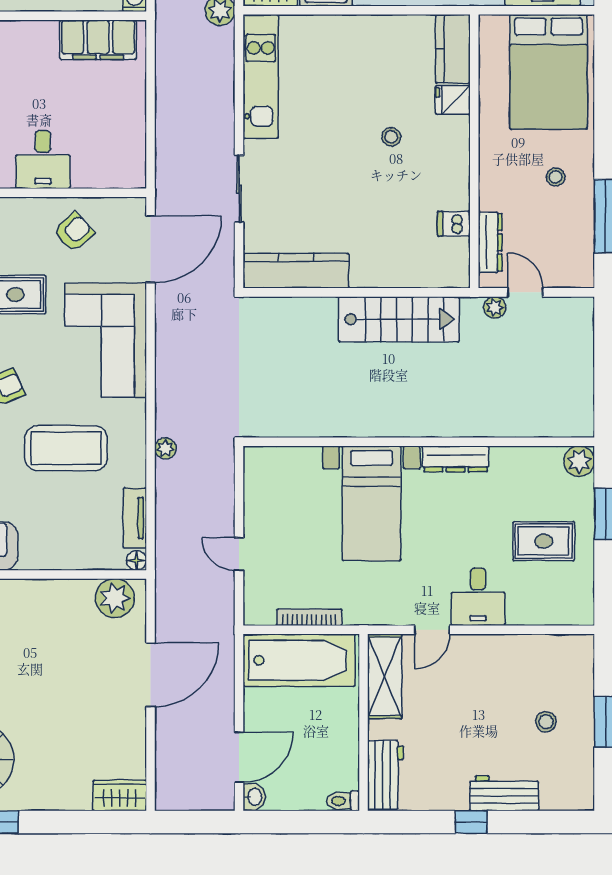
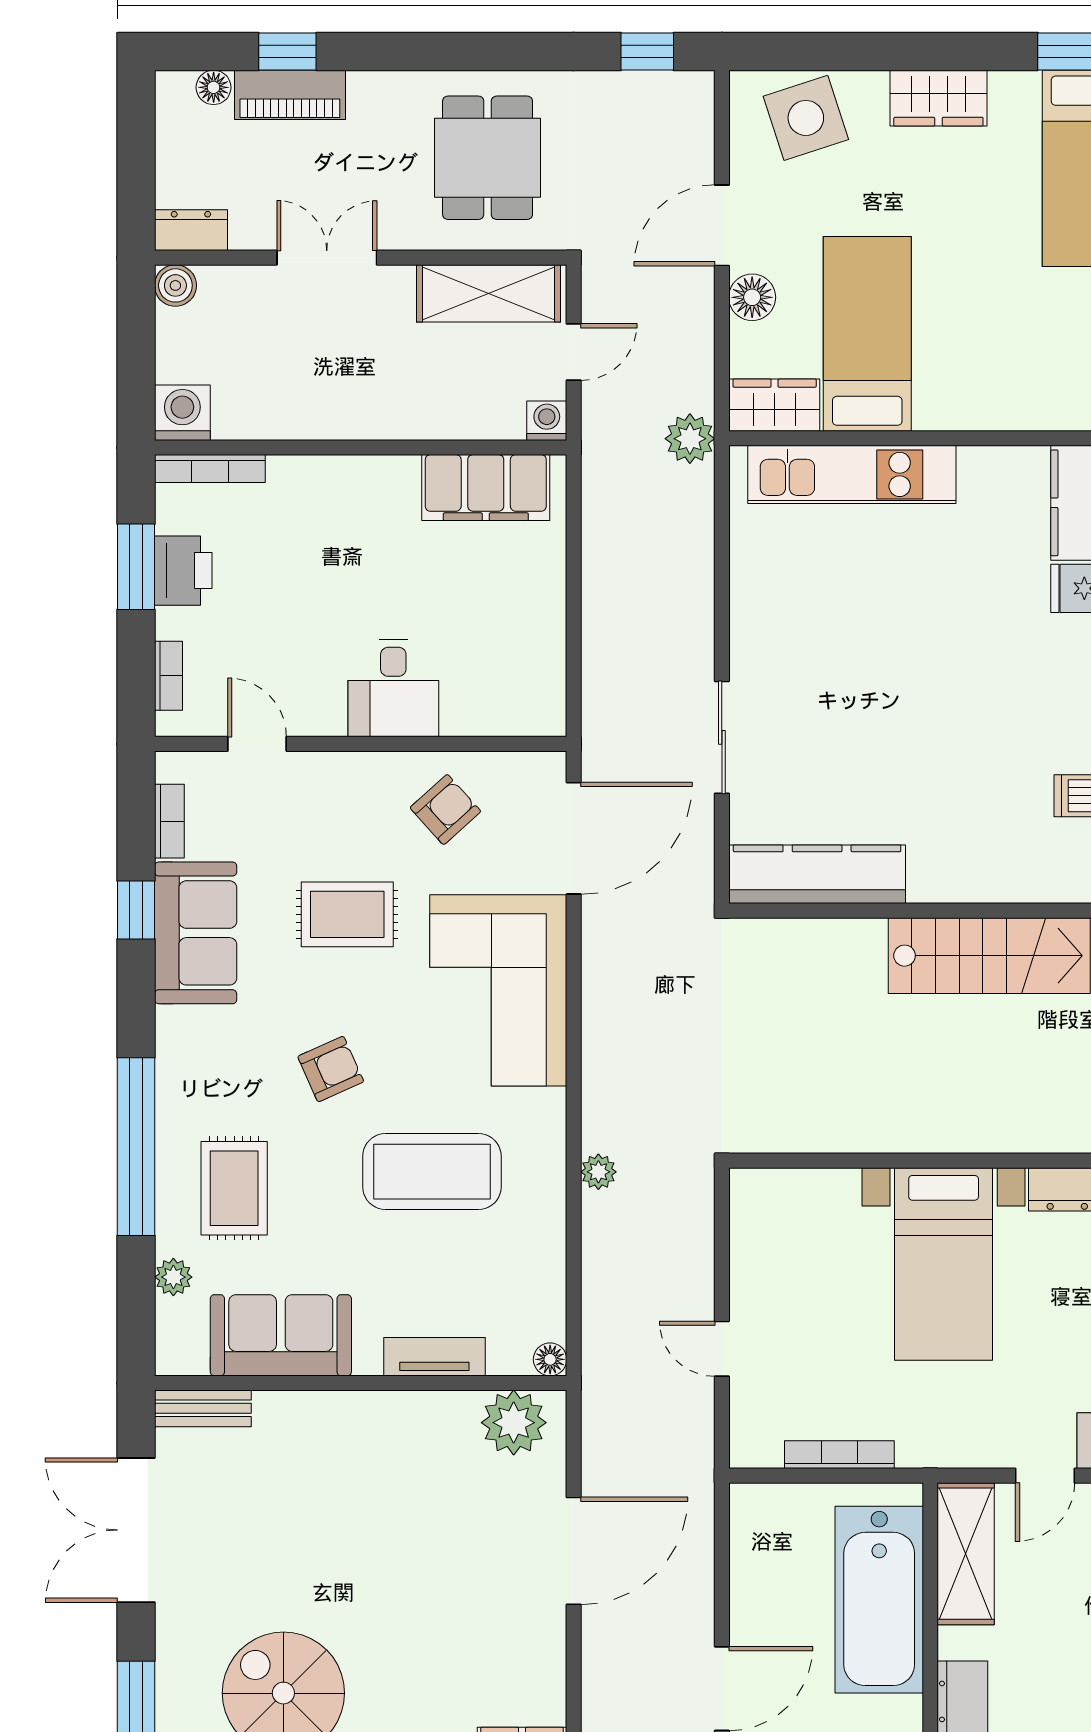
kitchen unit: (261, 76) -> (852, 474), moved, turned 90
stool: (391, 137) -> (977, 650), removed
tv unit: (135, 518) -> (434, 1357), moved, turned 90
bathtub: (299, 660) -> (879, 1600), moved, turned 90

